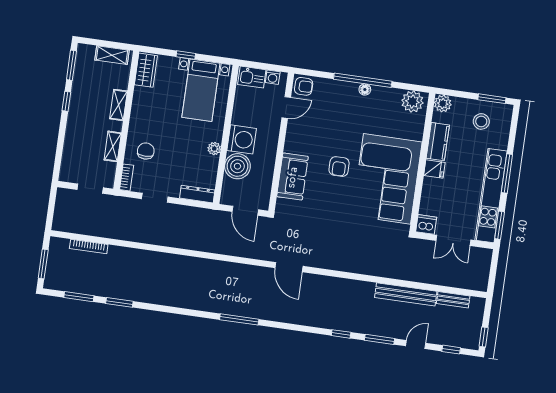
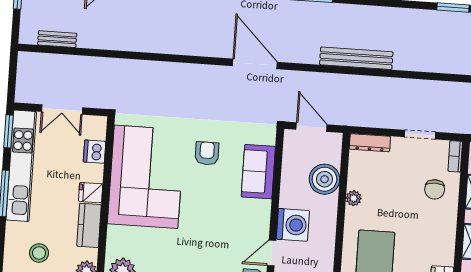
washing machine: (242, 139) -> (293, 225), moved, turned 180
armchair: (339, 167) -> (207, 153), moved
dishwasher: (426, 224) -> (95, 152), moved, turned 90
double door: (453, 240) -> (62, 110), swing flipped
door: (289, 267) -> (255, 64), width x1.36
bench: (406, 294) -> (356, 58), moved

